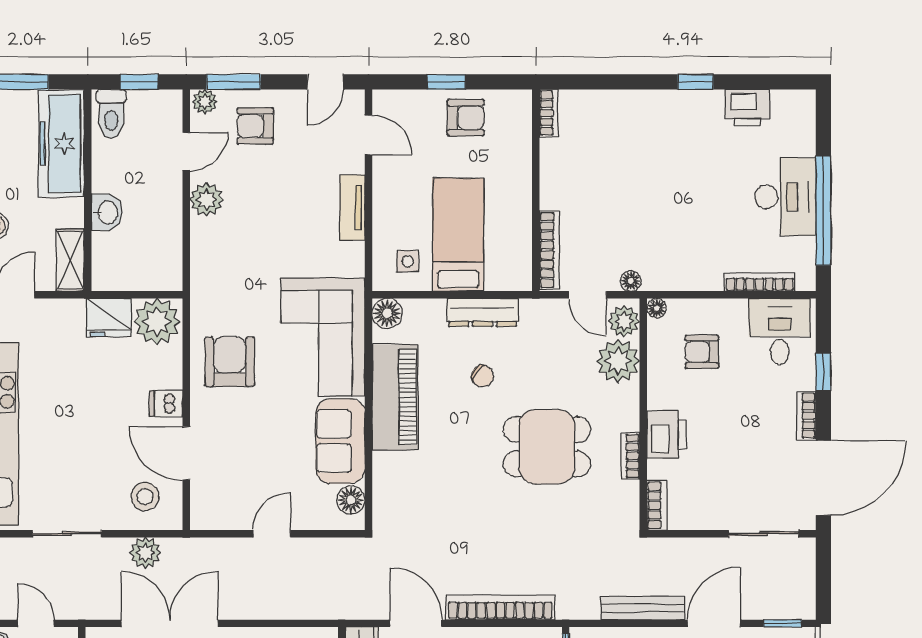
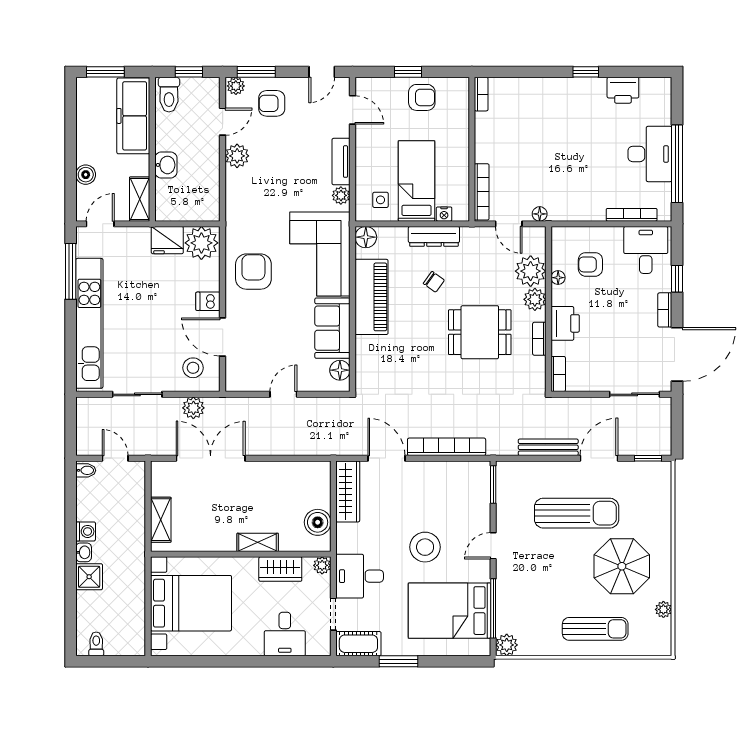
plant: (352, 255) -> (341, 195), added
nightstand: (497, 281) -> (444, 214), added
floor lamp: (657, 308) -> (558, 278), moved
plant: (624, 321) -> (535, 299), moved

